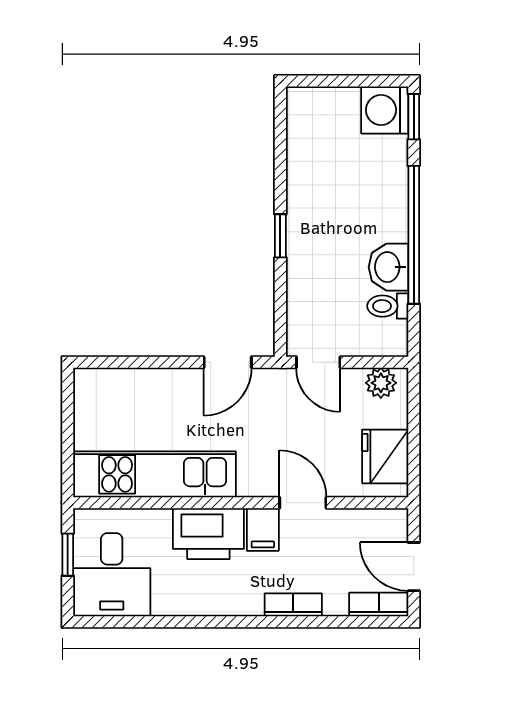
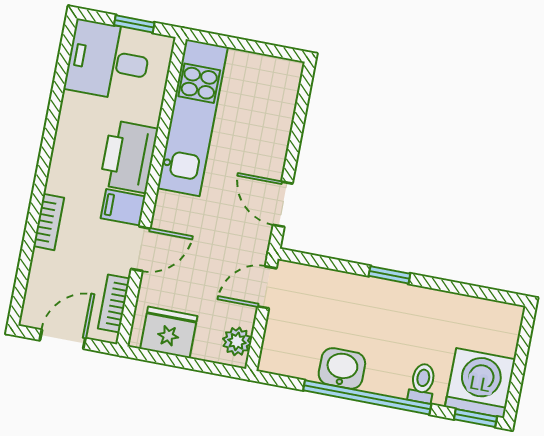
washing machine: (385, 110) -> (480, 383), width x1.37, depth x1.37
toilet: (388, 306) -> (422, 383), moved
bookcase: (379, 604) -> (114, 304), moved, turned 180

